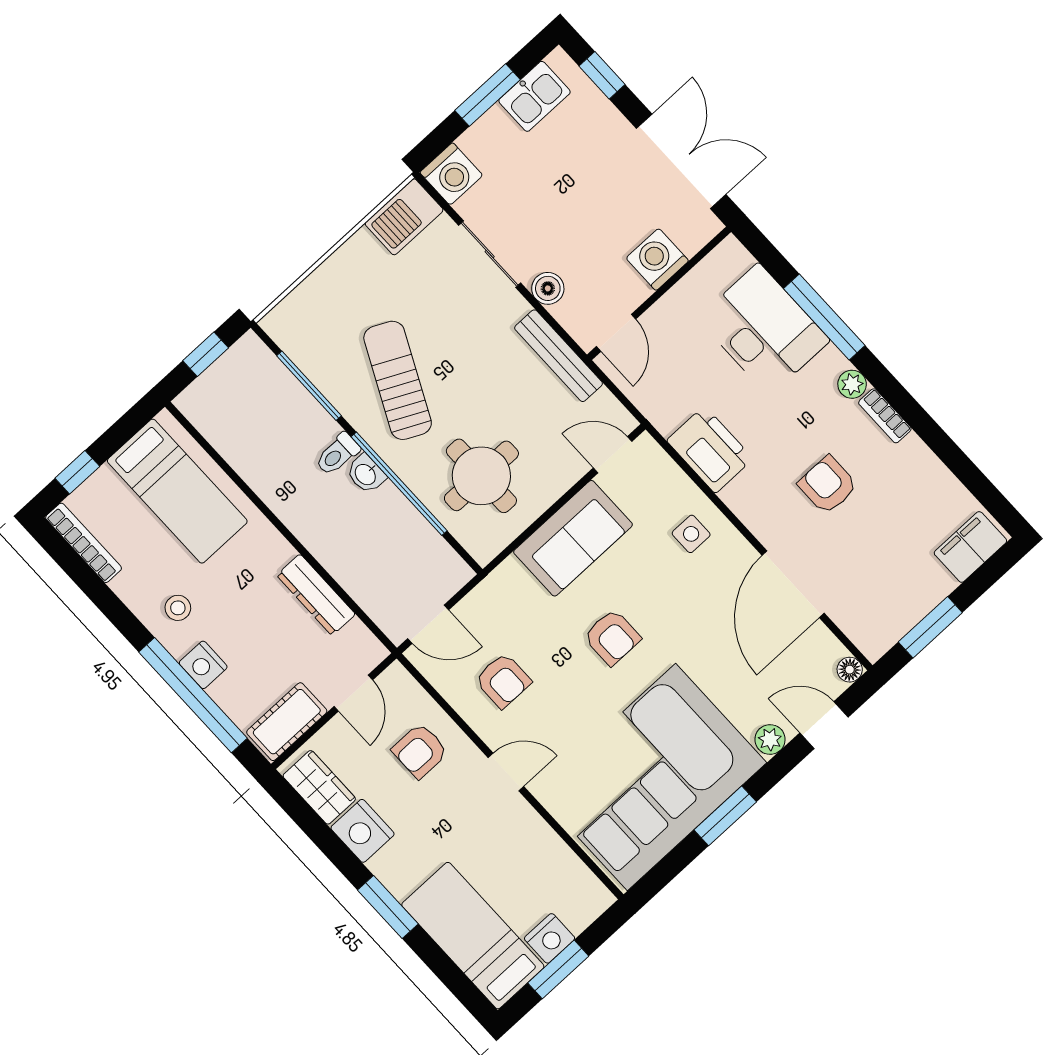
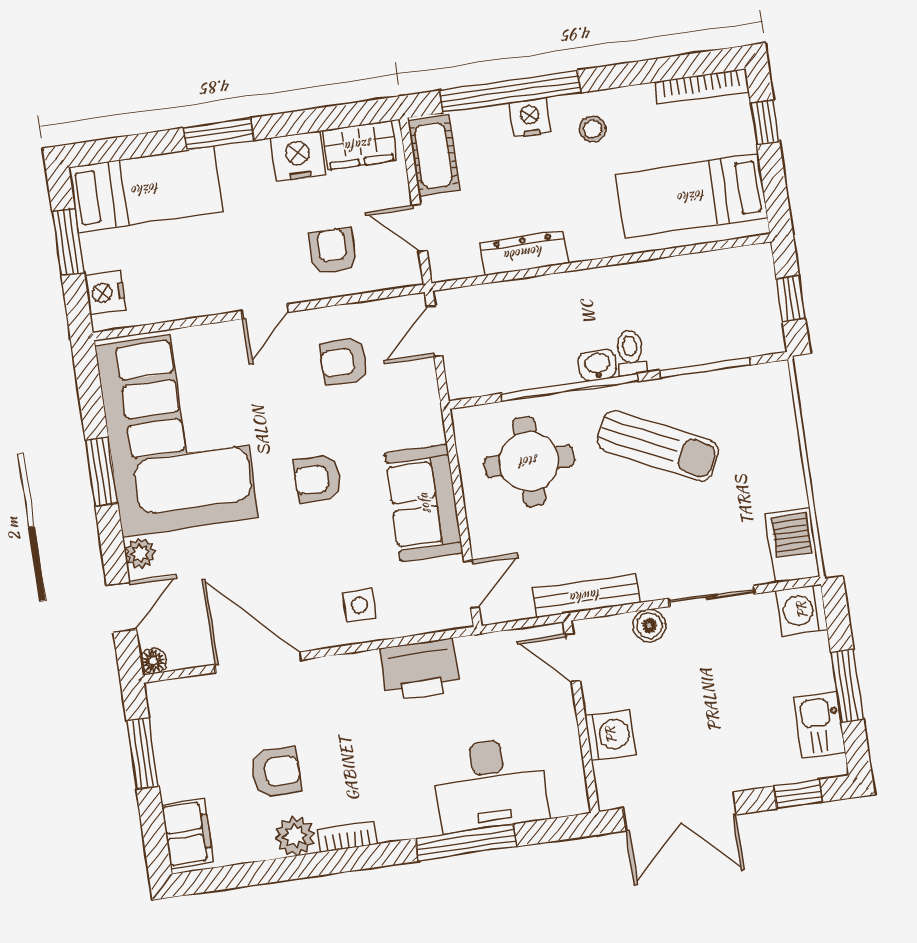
plant: (852, 384) -> (295, 836), moved, width x1.38, depth x1.38
armchair: (828, 485) -> (276, 772), moved
nightstand: (550, 938) -> (105, 292), moved

